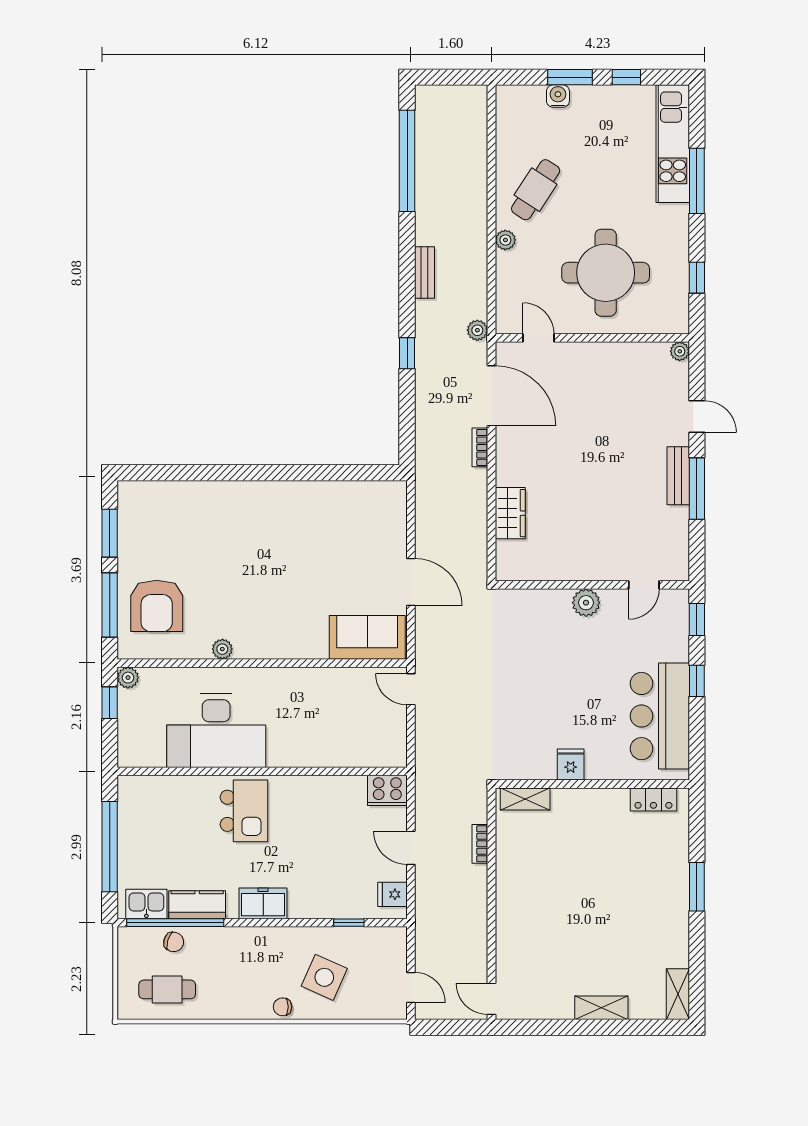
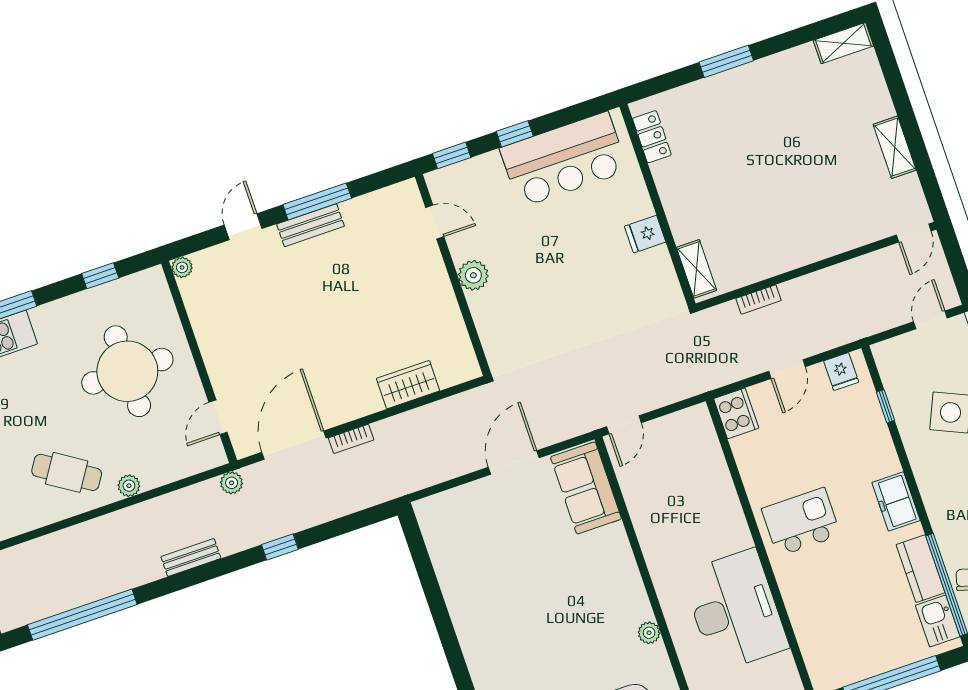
kitchen island: (244, 811) -> (801, 522), moved
shelving: (601, 1008) -> (895, 147), moved

